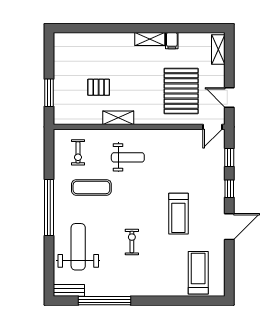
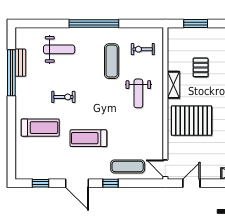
pallet: (181, 91) -> (192, 121), moved
window: (229, 157) -> (40, 183), moved
exercise mat: (210, 169) -> (128, 166), added
weight bench: (78, 247) -> (59, 49), width x0.73, depth x0.75
treadmill: (198, 273) -> (40, 128), moved
bench: (69, 290) -> (20, 63), moved

